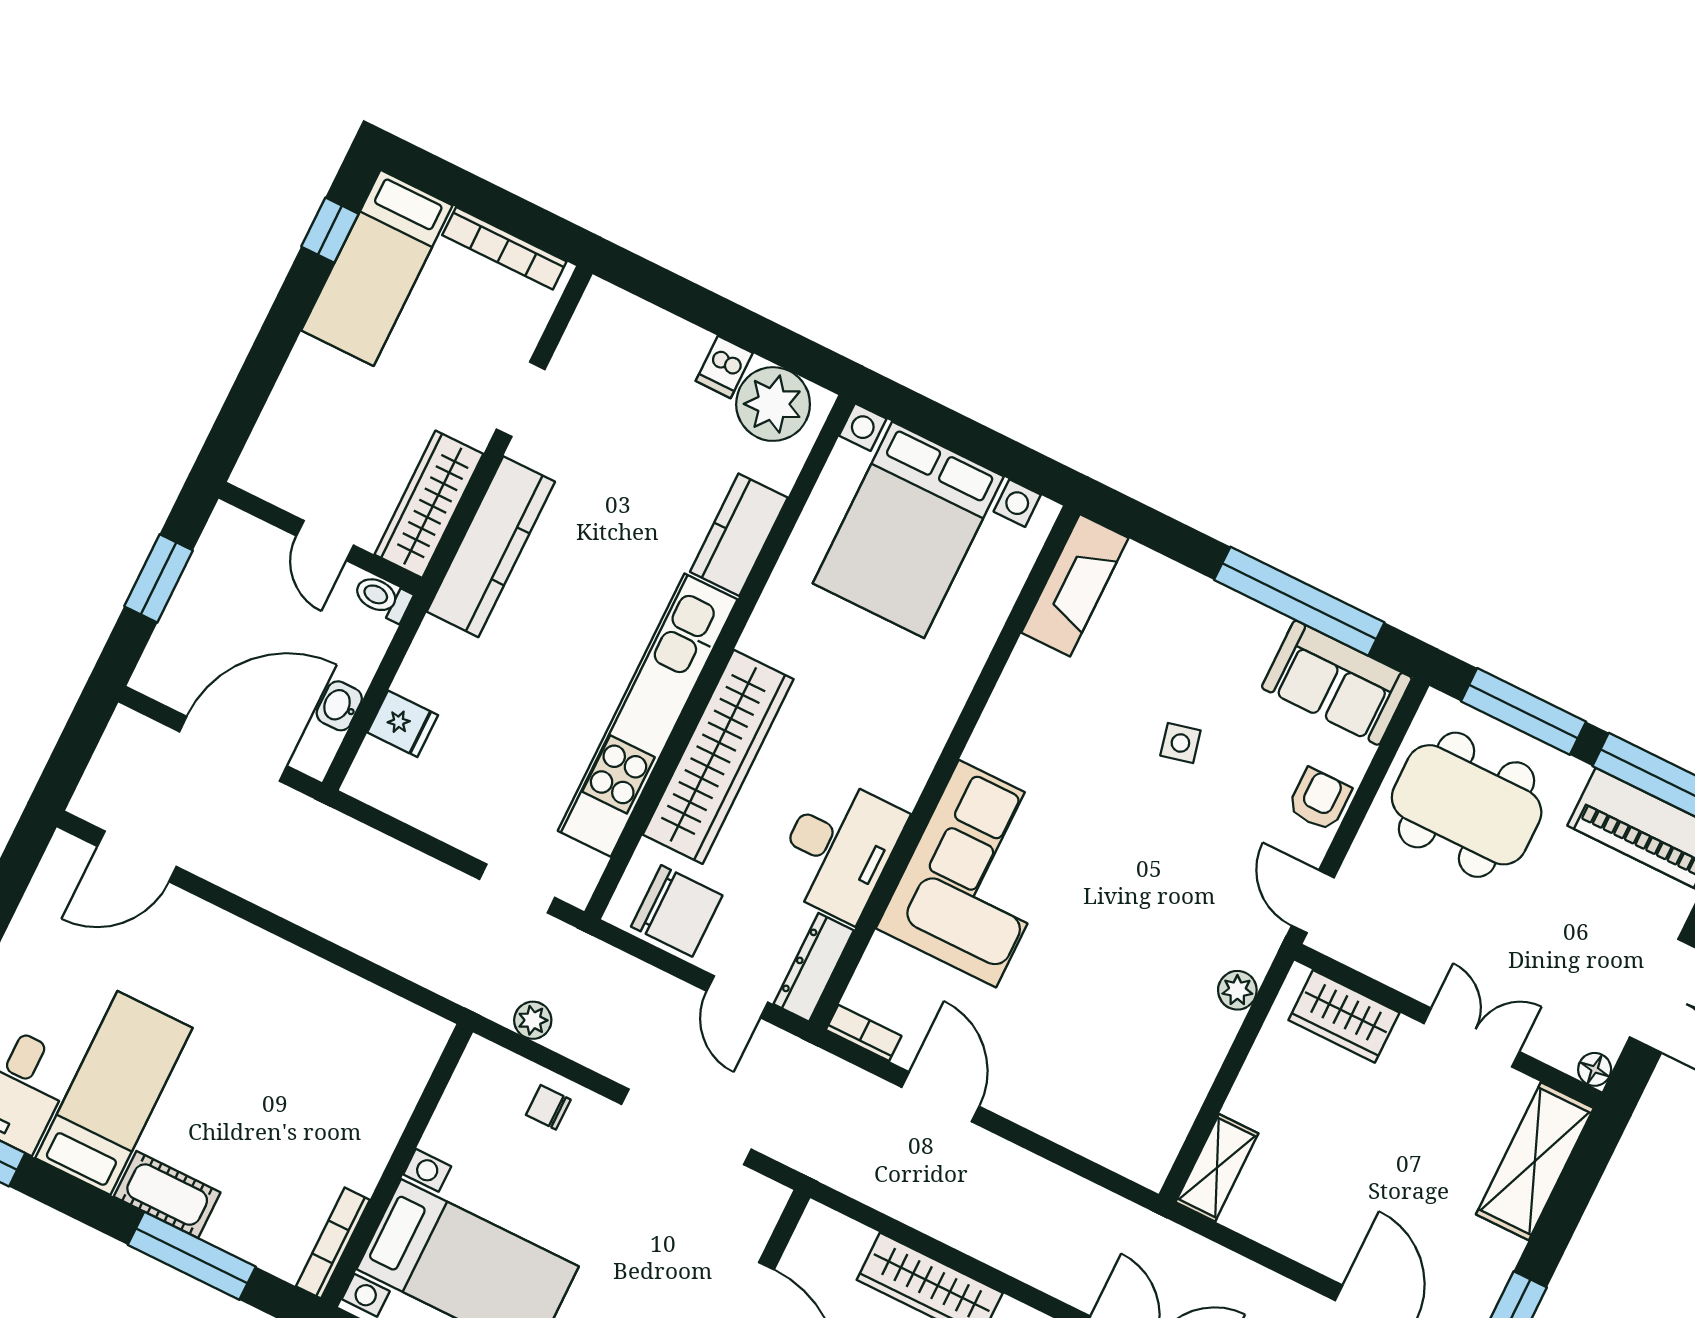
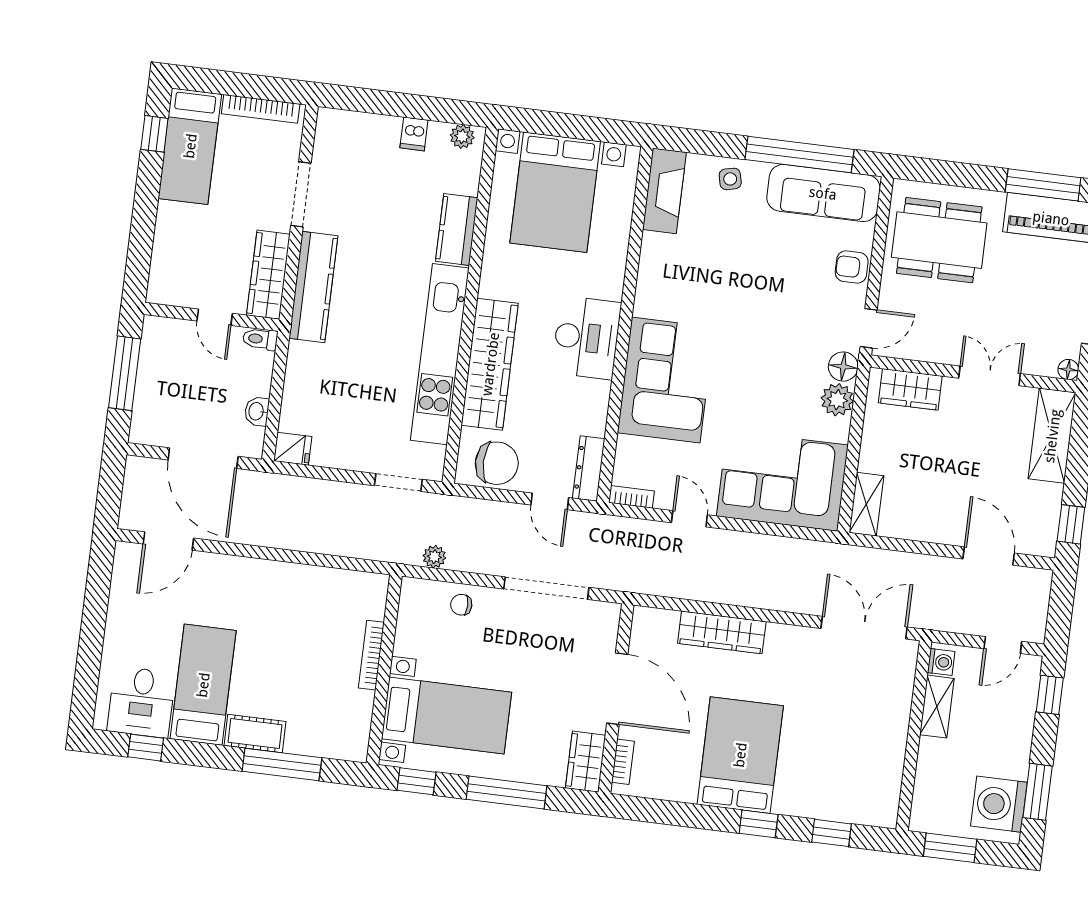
doorway: (521, 399) -> (301, 194), width x1.38
plant: (773, 404) -> (462, 136), width x0.53, depth x0.53
window: (159, 578) -> (125, 373), width x1.44
sofa: (1337, 683) -> (823, 193), width x1.36
window: (1523, 711) -> (954, 174), removed
fridge: (403, 724) -> (293, 449), moved
side table: (1180, 743) -> (730, 179), moved
door: (233, 749) -> (203, 458), swing flipped
armchair: (1319, 800) -> (852, 267), turned -90
desk: (839, 849) -> (586, 338), moved
door: (1313, 902) -> (869, 328), swing flipped
floor lamp: (1254, 946) -> (843, 367), added
plant: (1237, 990) -> (837, 400), width x1.38, depth x1.38
corner sofa: (1102, 1088) -> (782, 481), added
door: (940, 1097) -> (689, 519), width x0.73
bookcase: (333, 1243) -> (371, 655), moved

